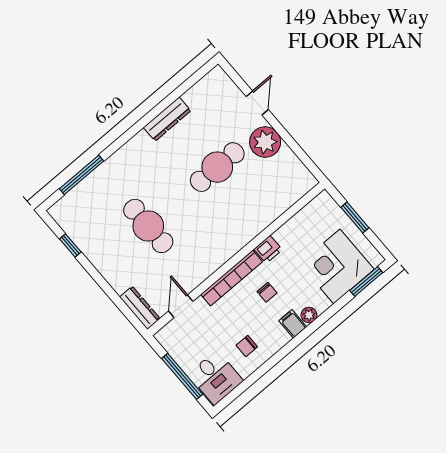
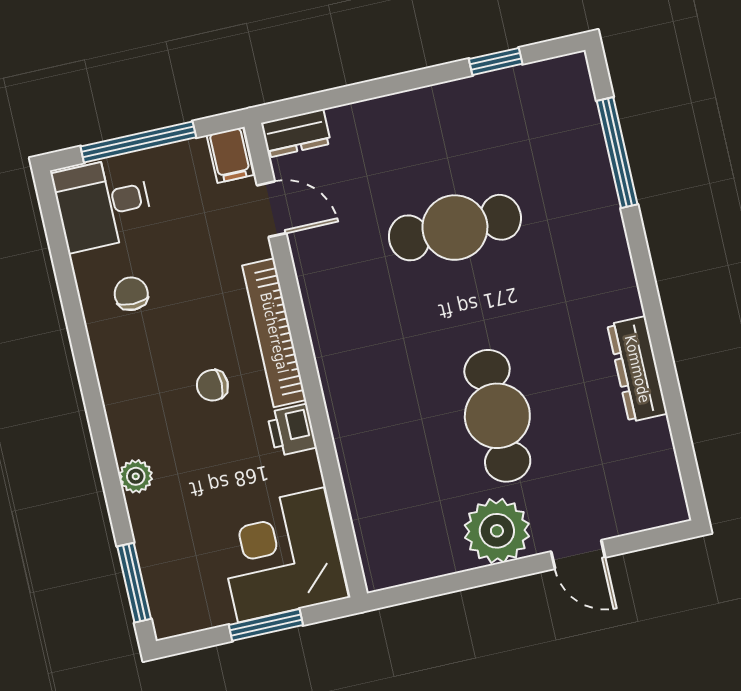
corner desk: (337, 266) -> (281, 555), moved, turned -90
dresser: (140, 308) -> (296, 133), width x0.70
plant: (309, 315) -> (136, 476), moved
filing cabinet: (293, 324) -> (230, 155), moved, turned 90

